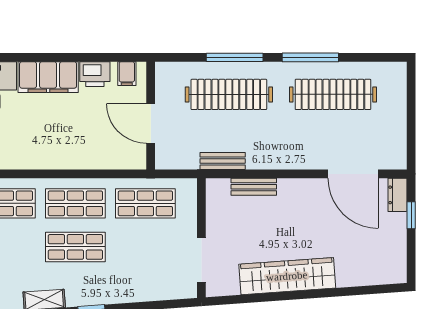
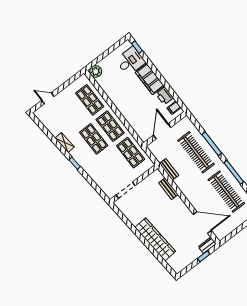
door: (353, 174) -> (202, 222), swing flipped
wardrobe: (287, 276) -> (155, 239), moved

